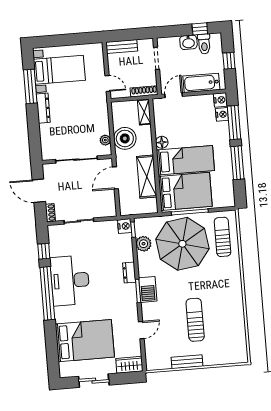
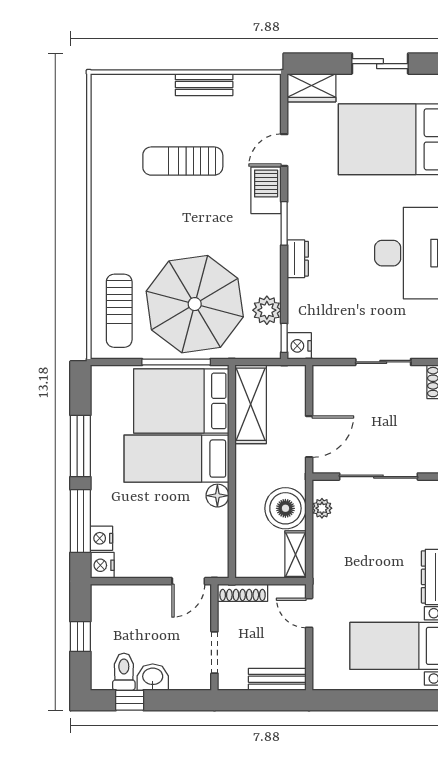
bathtub: (201, 83) -> (135, 600), removed
shelving: (144, 112) -> (295, 555), moved
shelving: (147, 177) -> (251, 404), moved
barbecue: (148, 289) -> (266, 190), moved
sun lounger: (195, 320) -> (183, 161), turned 90

